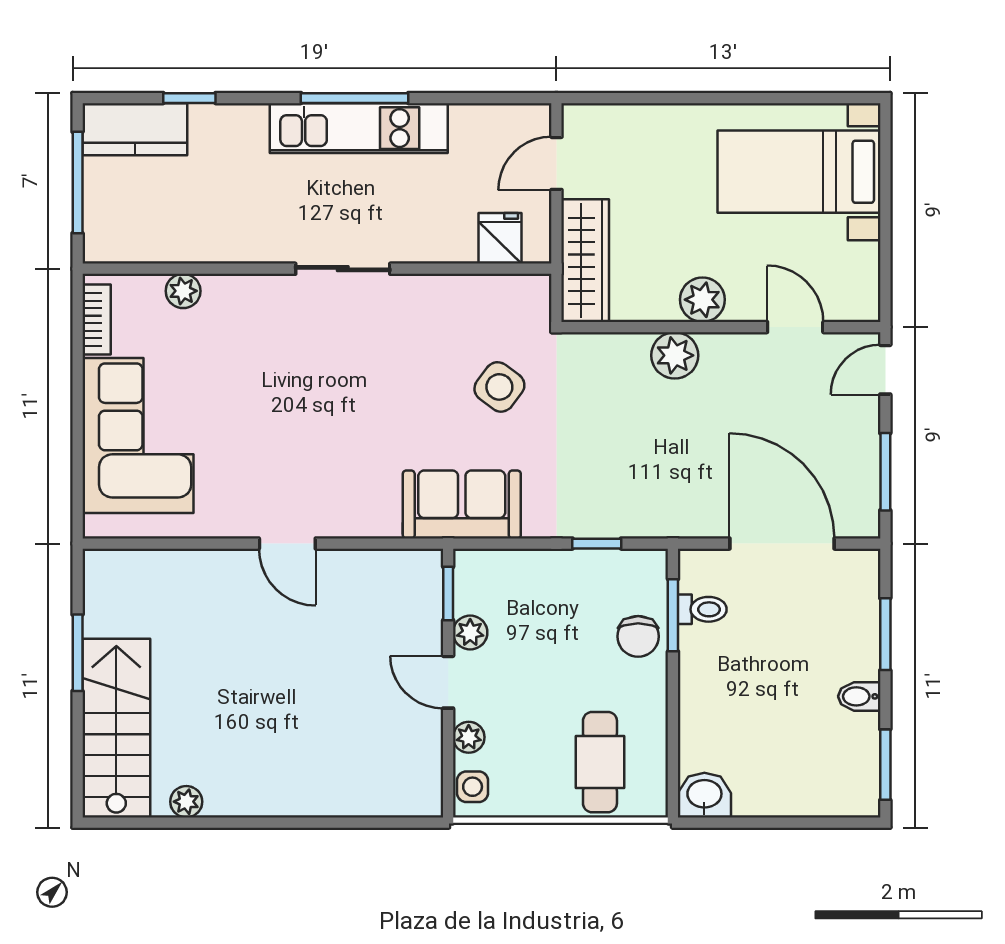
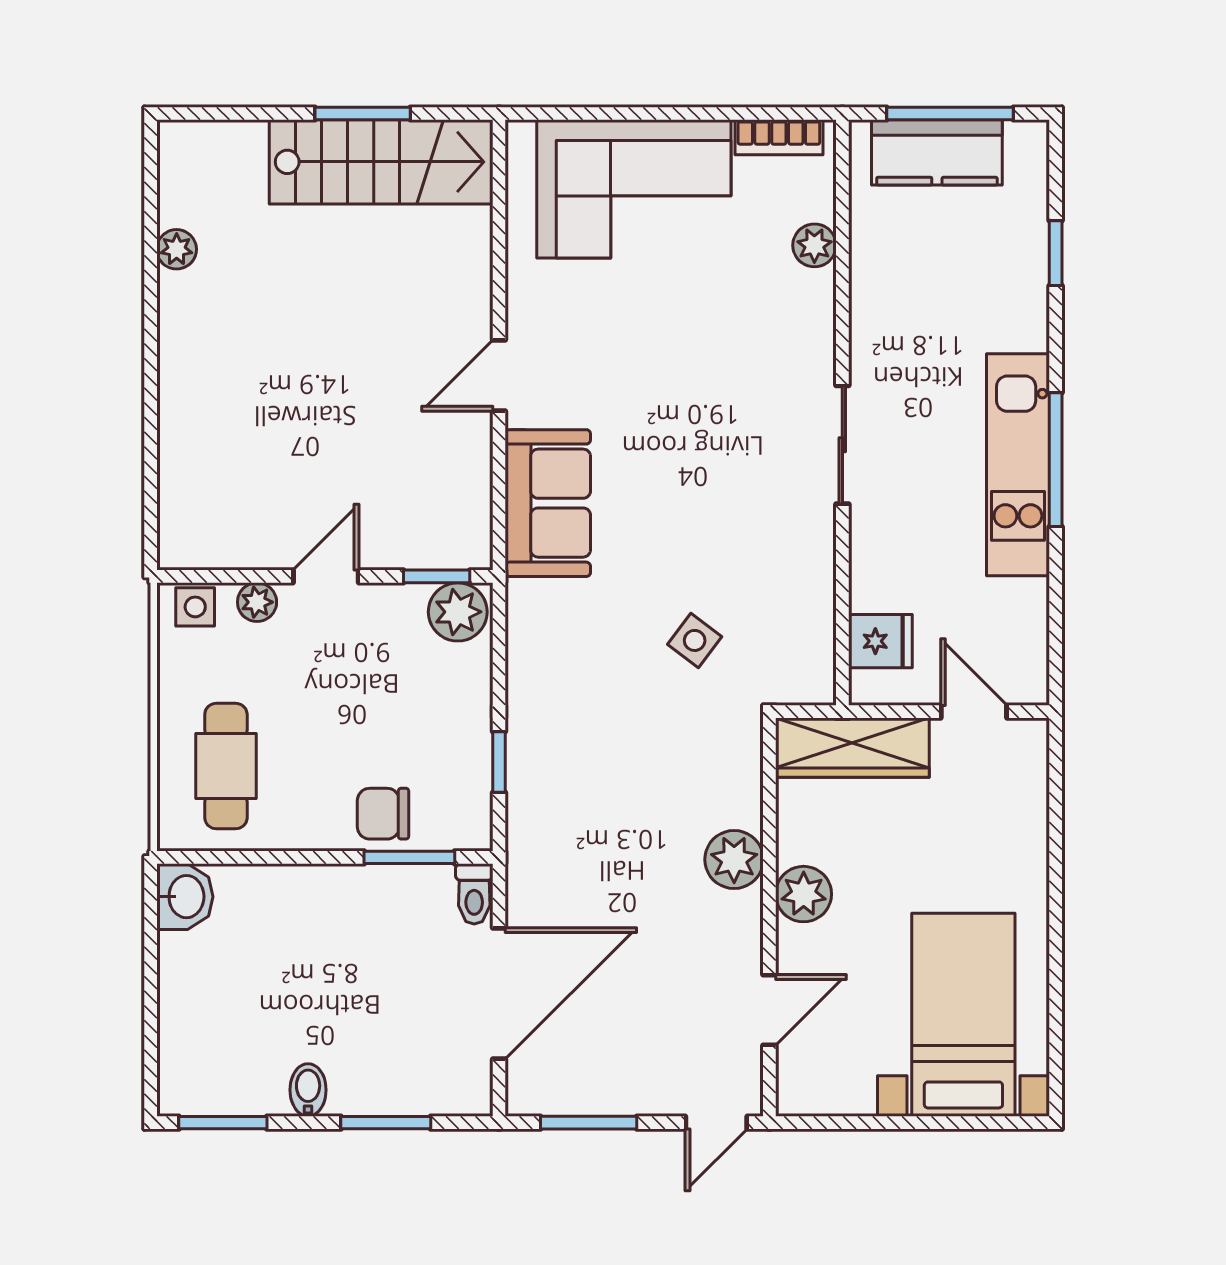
kitchen counter: (135, 129) -> (937, 152), moved, turned -90
door: (885, 370) -> (716, 1123), swing flipped
side table: (499, 387) -> (695, 640), width x0.73, depth x0.73
sofa: (462, 504) -> (548, 503), moved
toilet: (702, 609) -> (474, 894), moved
plant: (470, 633) -> (458, 612), moved, width x1.38, depth x1.38
stairs: (116, 728) -> (381, 162), moved
cafe table: (600, 762) -> (226, 766), turned 90

